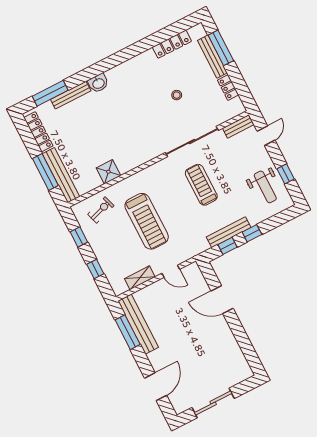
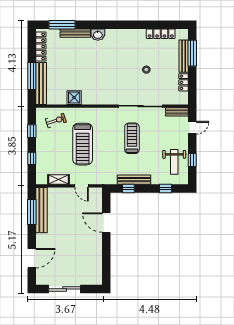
window: (252, 233) -> (166, 188), moved

